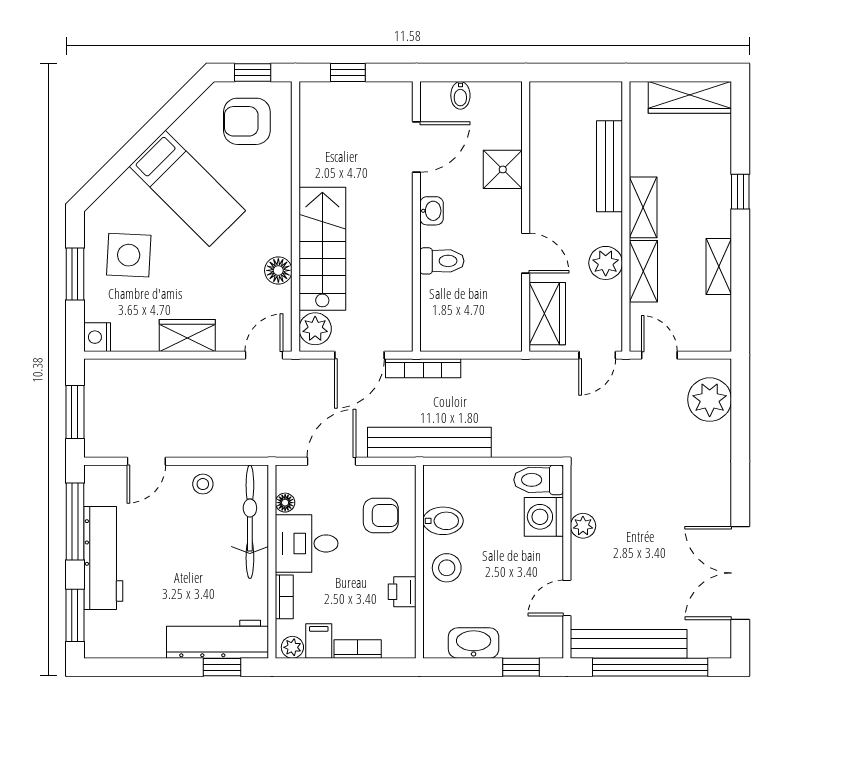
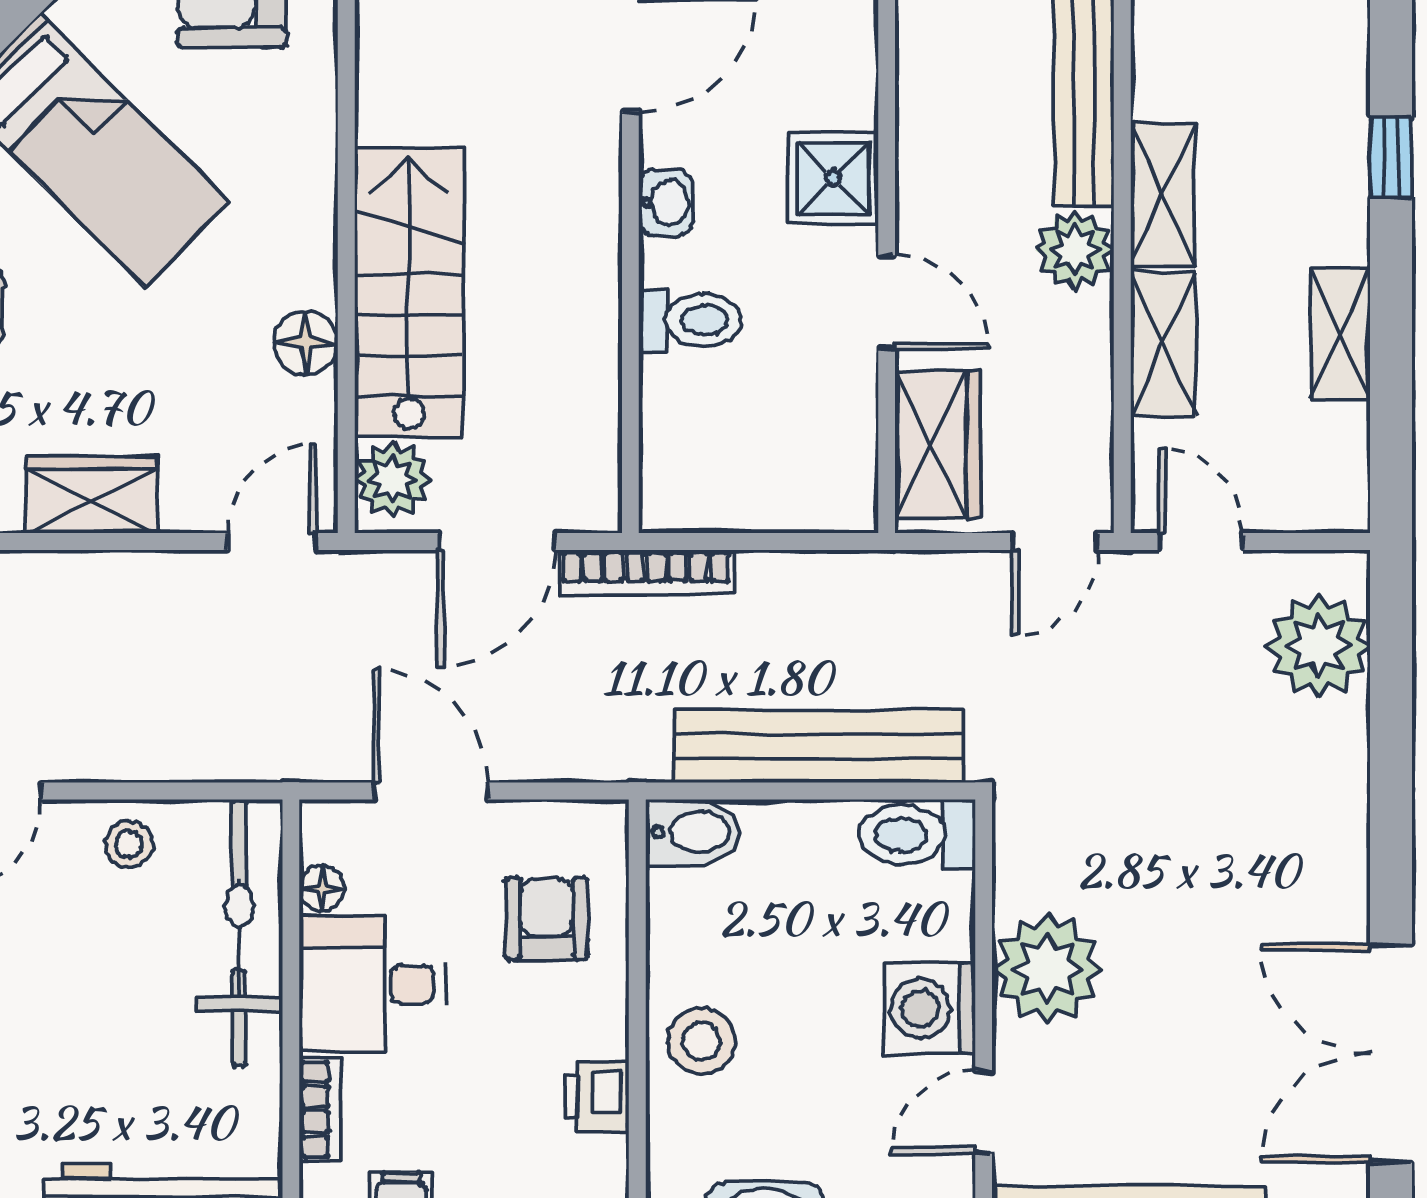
shower: (503, 169) -> (833, 178), moved
plant: (606, 263) -> (1075, 250), moved
bench: (429, 442) -> (819, 747), moved
door: (331, 461) -> (431, 791), hinge flipped
armchair: (381, 516) -> (547, 918), turned -90
washing machine: (544, 517) -> (929, 1008), moved
bidet: (443, 521) -> (693, 832), moved
plant: (583, 526) -> (1047, 968), width x1.87, depth x1.87

